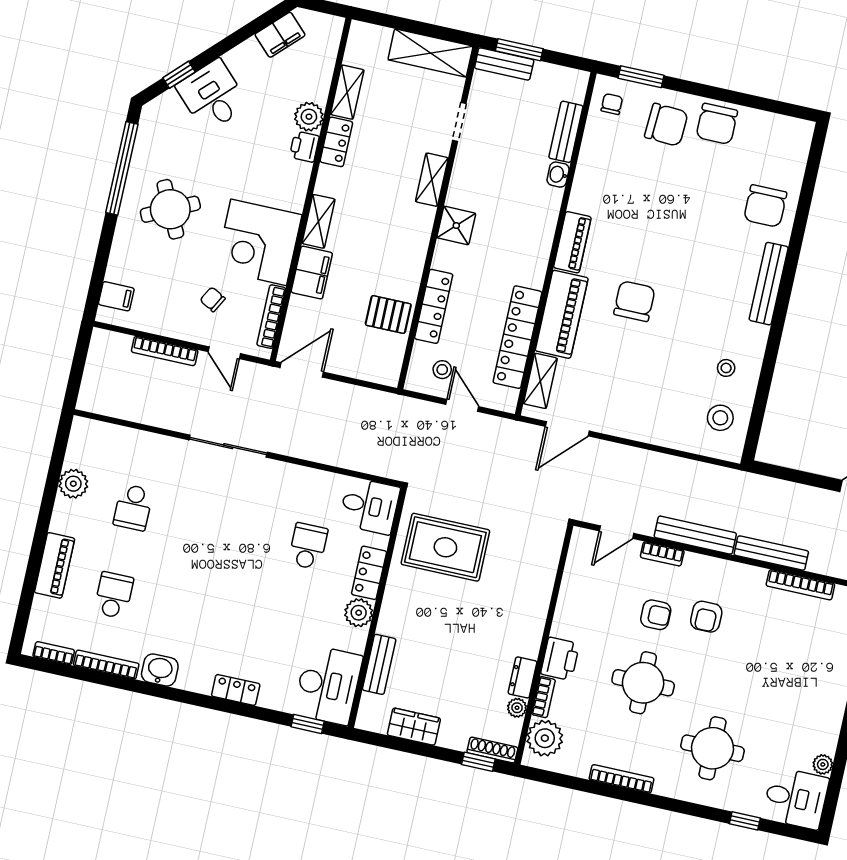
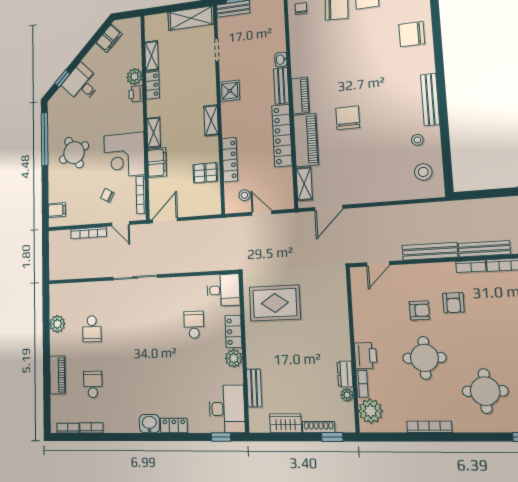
bench: (566, 132) -> (281, 86), moved
shelving: (432, 180) -> (211, 120), moved
chair: (765, 206) -> (412, 34), turned 90
shower: (456, 226) -> (230, 91), moved
bench: (769, 284) -> (430, 100), moved
locker: (517, 337) -> (282, 136), moved
bookcase: (662, 554) -> (471, 266), moved
bookcase: (106, 665) -> (91, 428), width x0.64
washbasin: (160, 670) -> (149, 424), moved
shoe rack: (492, 750) -> (319, 427), moved

